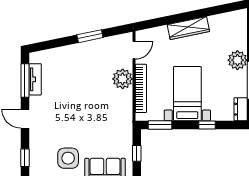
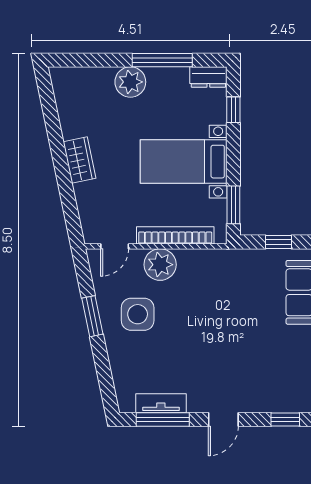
wardrobe: (188, 28) -> (79, 160), width x0.67
door: (134, 50) -> (115, 246), swing flipped
window: (207, 125) -> (233, 110), moved
side table: (68, 158) -> (138, 314), moved

